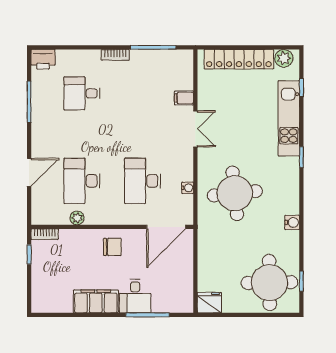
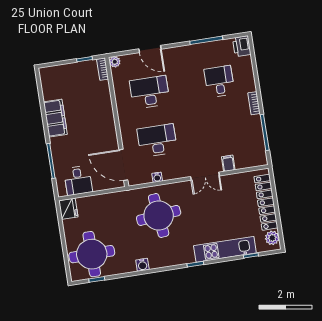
plant: (77, 218) -> (115, 62), moved
chair: (112, 247) -> (101, 125), removed
desk: (135, 296) -> (78, 180), moved, turned -90

